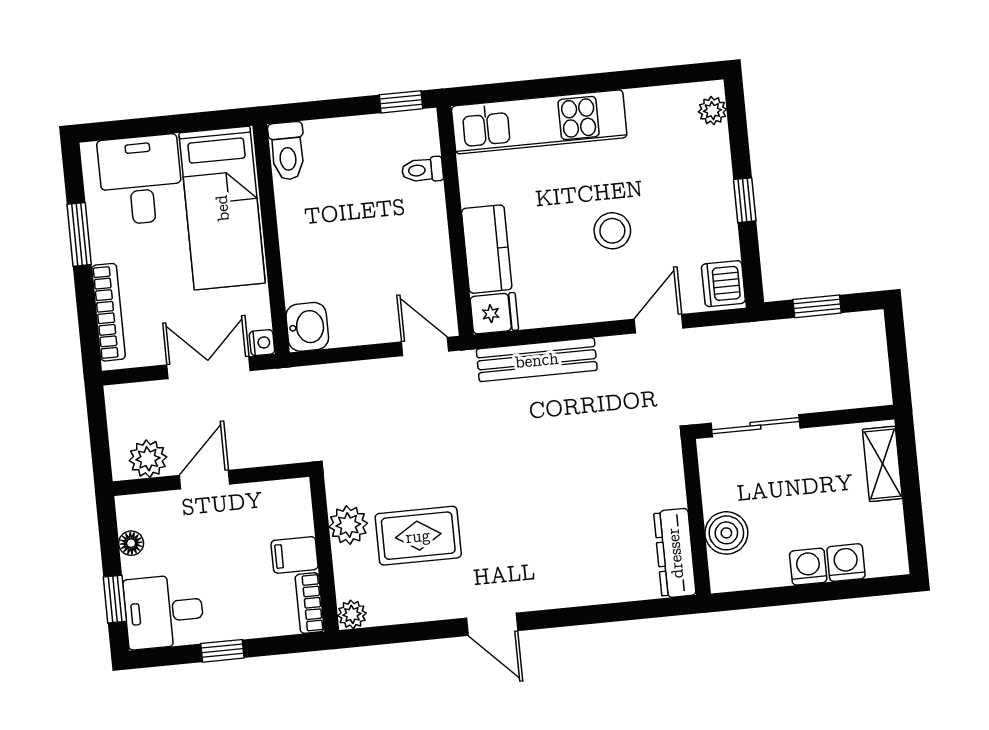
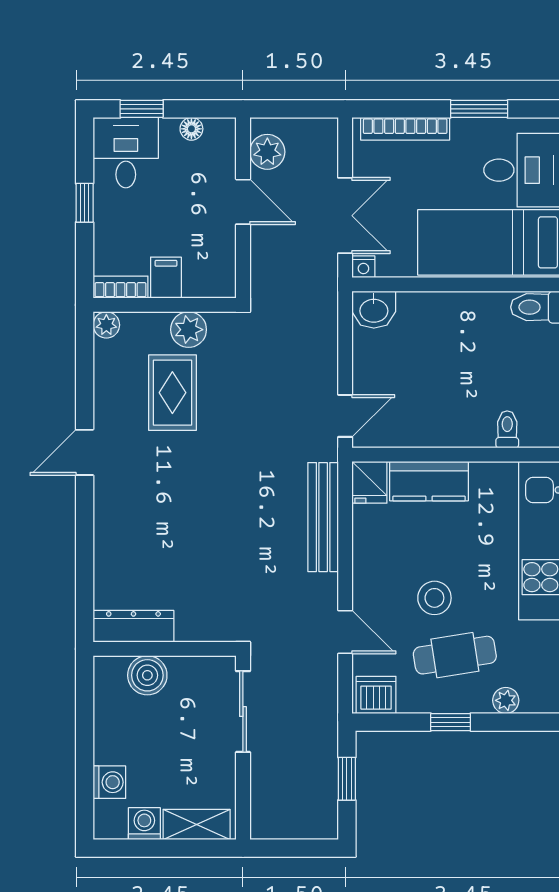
plant: (712, 111) -> (506, 700), moved
cafe table: (672, 203) -> (455, 655), added
washing machine: (808, 567) -> (144, 824), moved, turned -90

